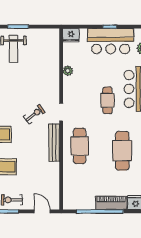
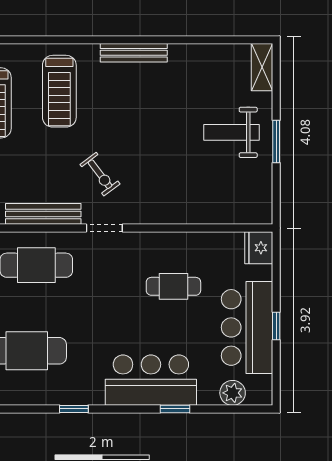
plant: (68, 71) -> (187, 241), removed
cafe table: (107, 100) -> (173, 286), moved

